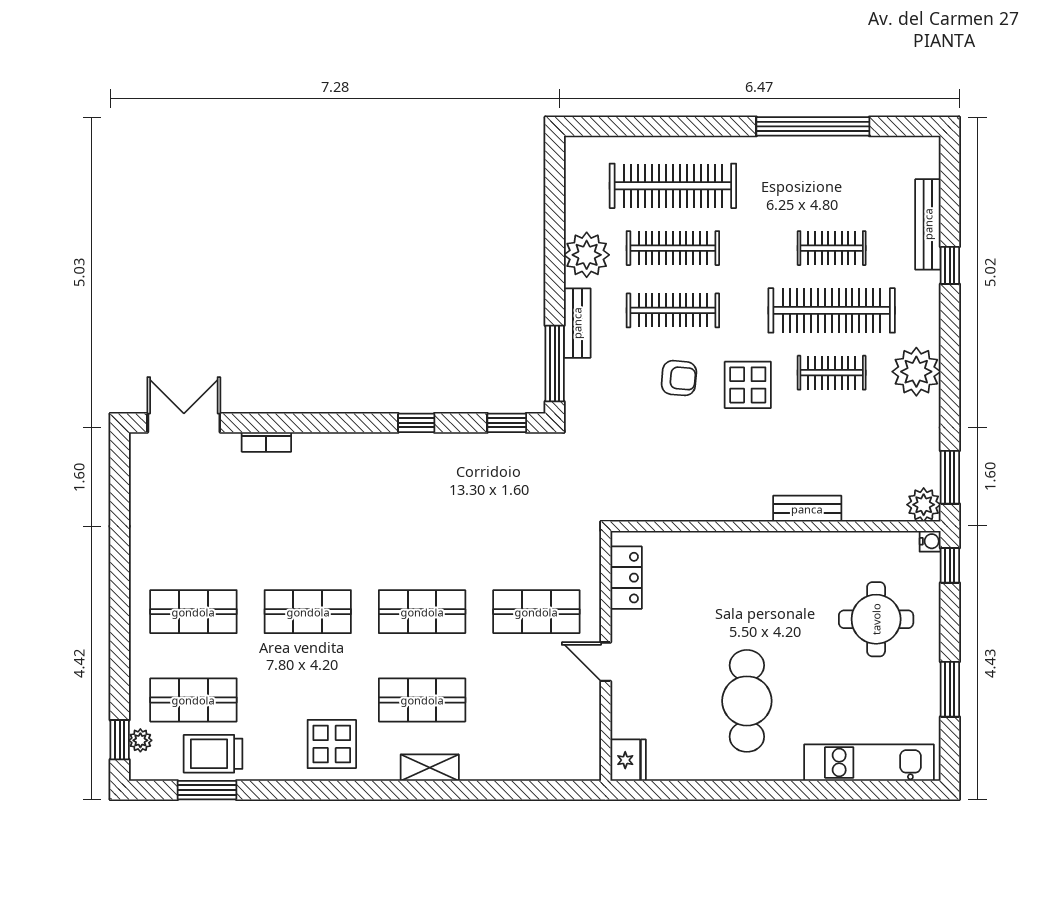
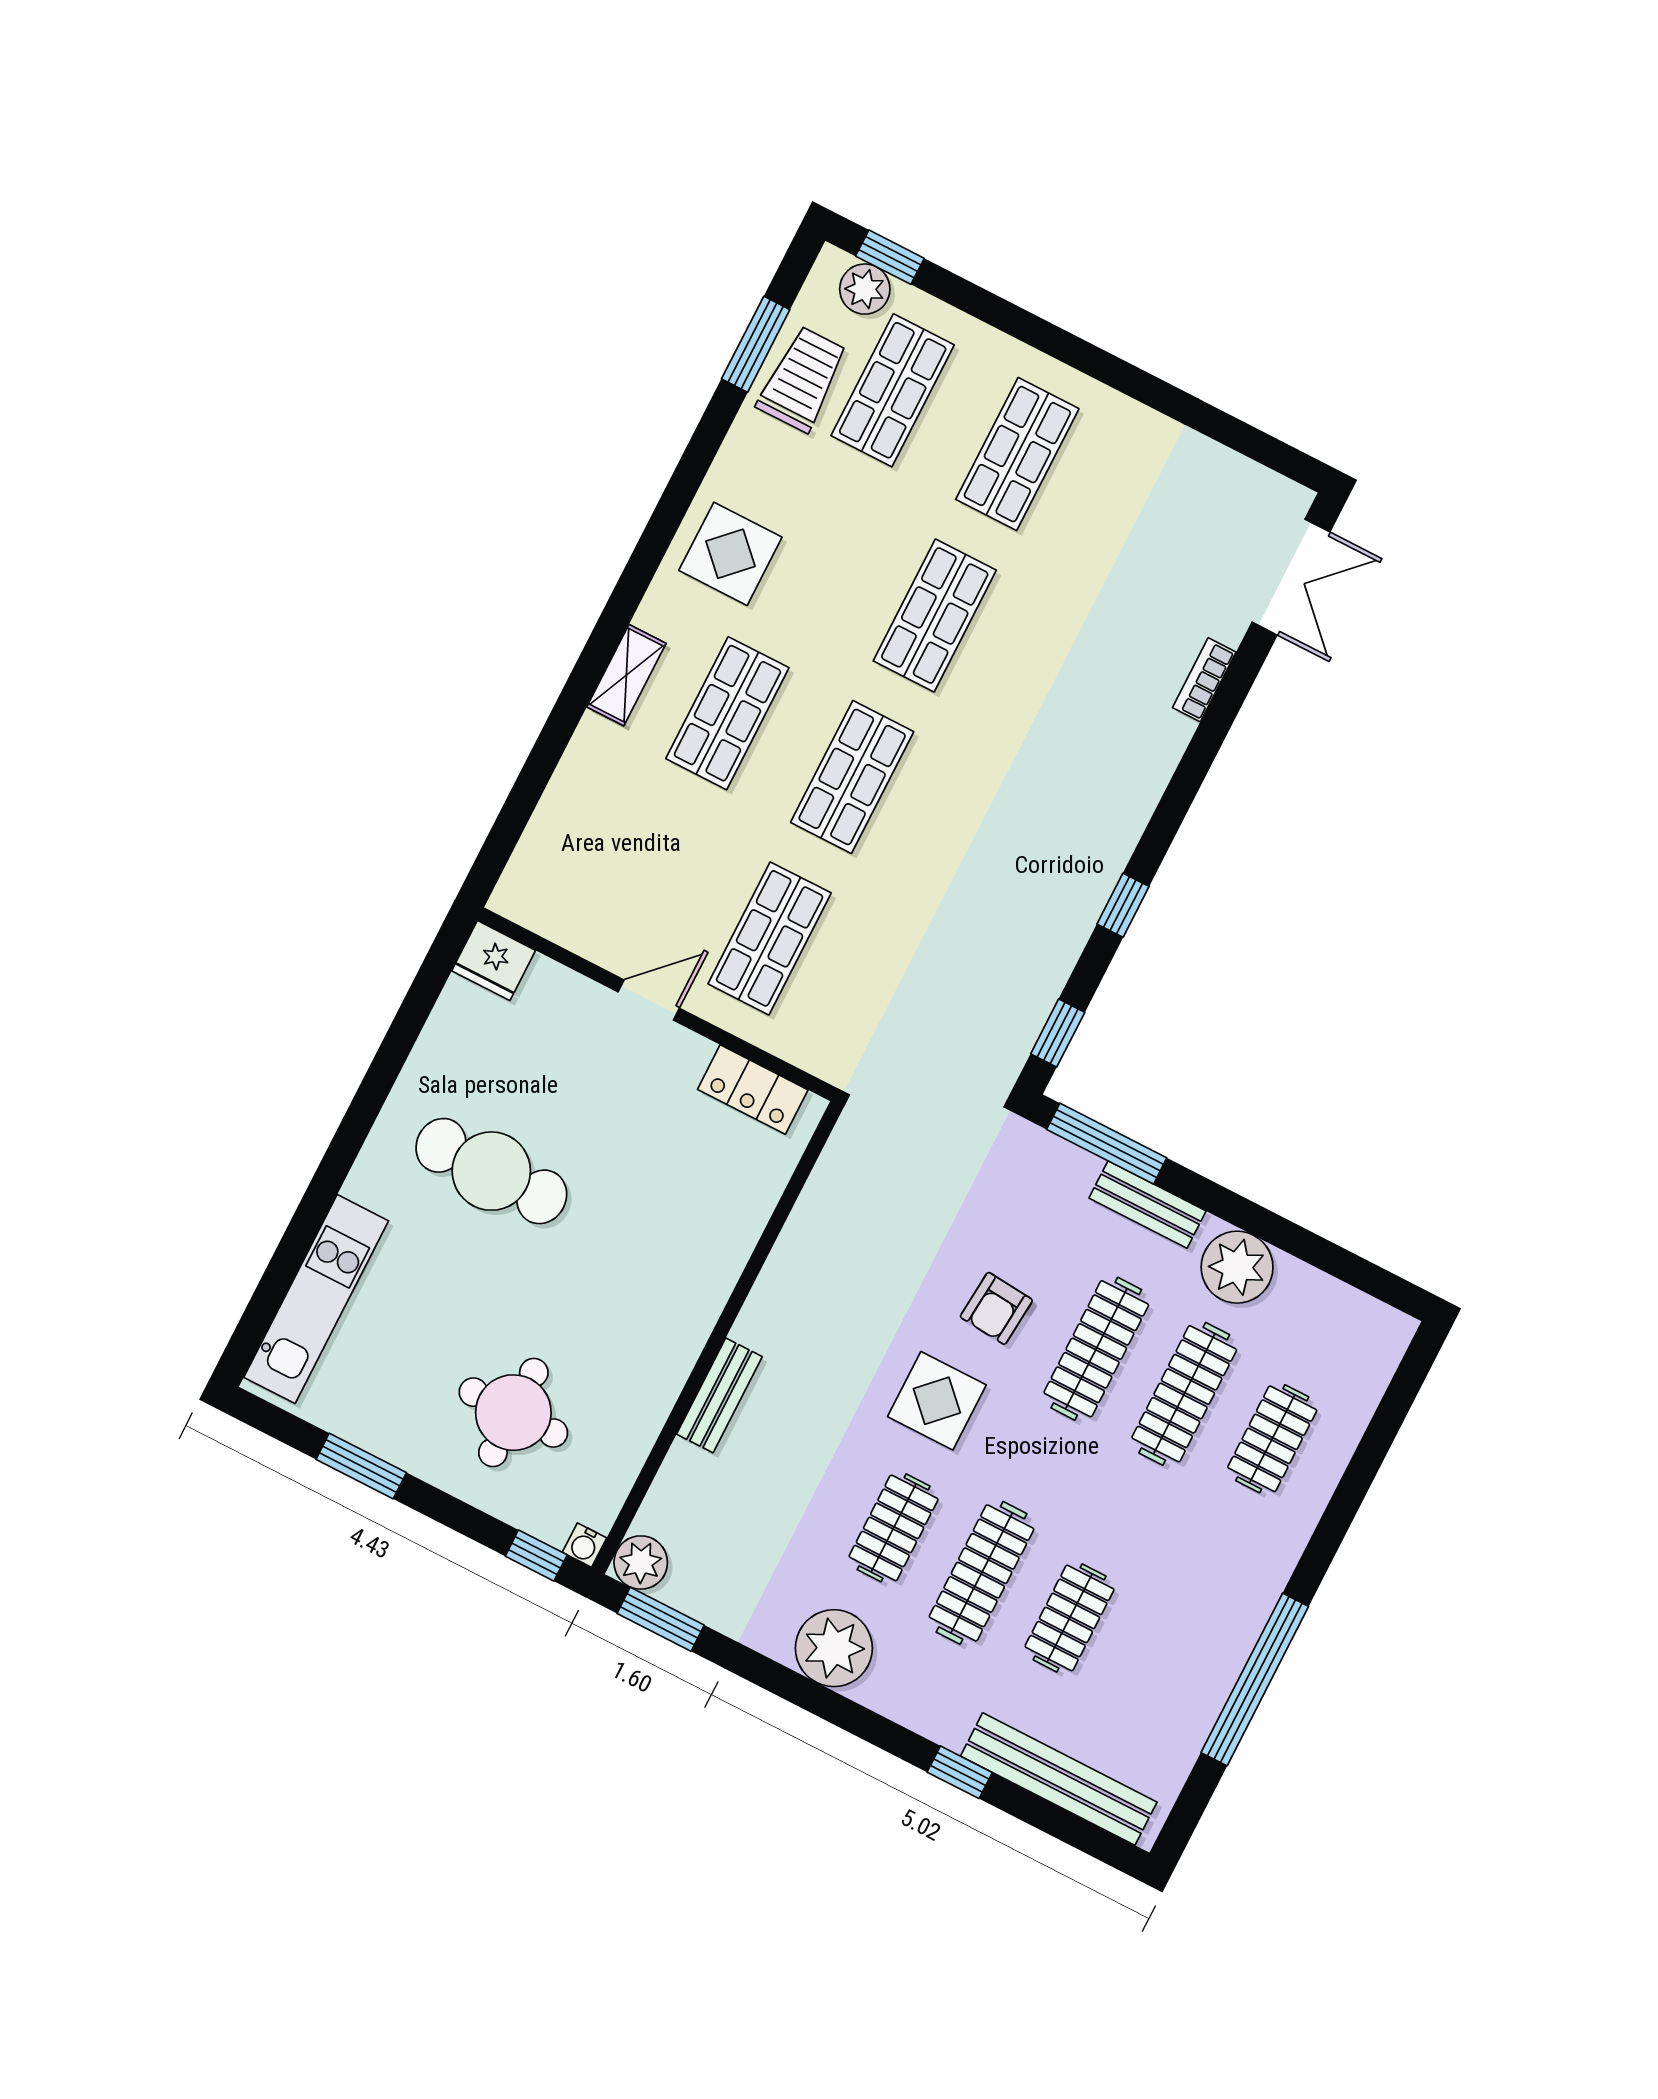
clothes rail: (673, 186) -> (1272, 1439), width x0.54, depth x0.76
bench: (928, 224) -> (1059, 1779), width x1.37, depth x1.21
clothes rail: (832, 310) -> (982, 1573), width x0.73, depth x0.76
plant: (140, 740) -> (865, 289), width x1.38, depth x1.38

